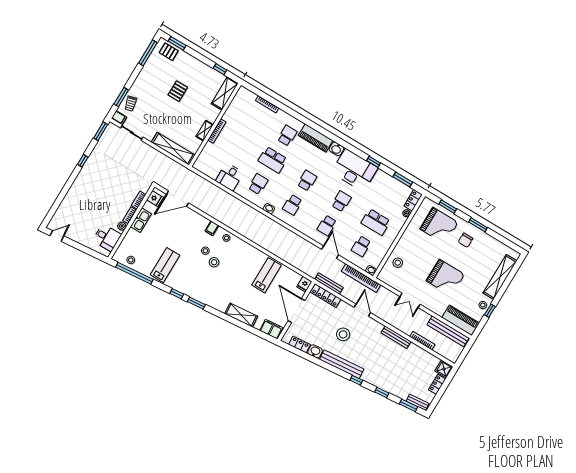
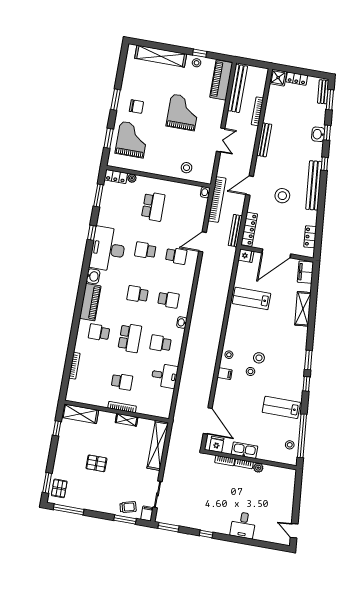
desk: (107, 238) -> (243, 525), moved, turned 180
school desk: (361, 246) -> (122, 382), moved
washbasin: (315, 351) -> (318, 134), moved

